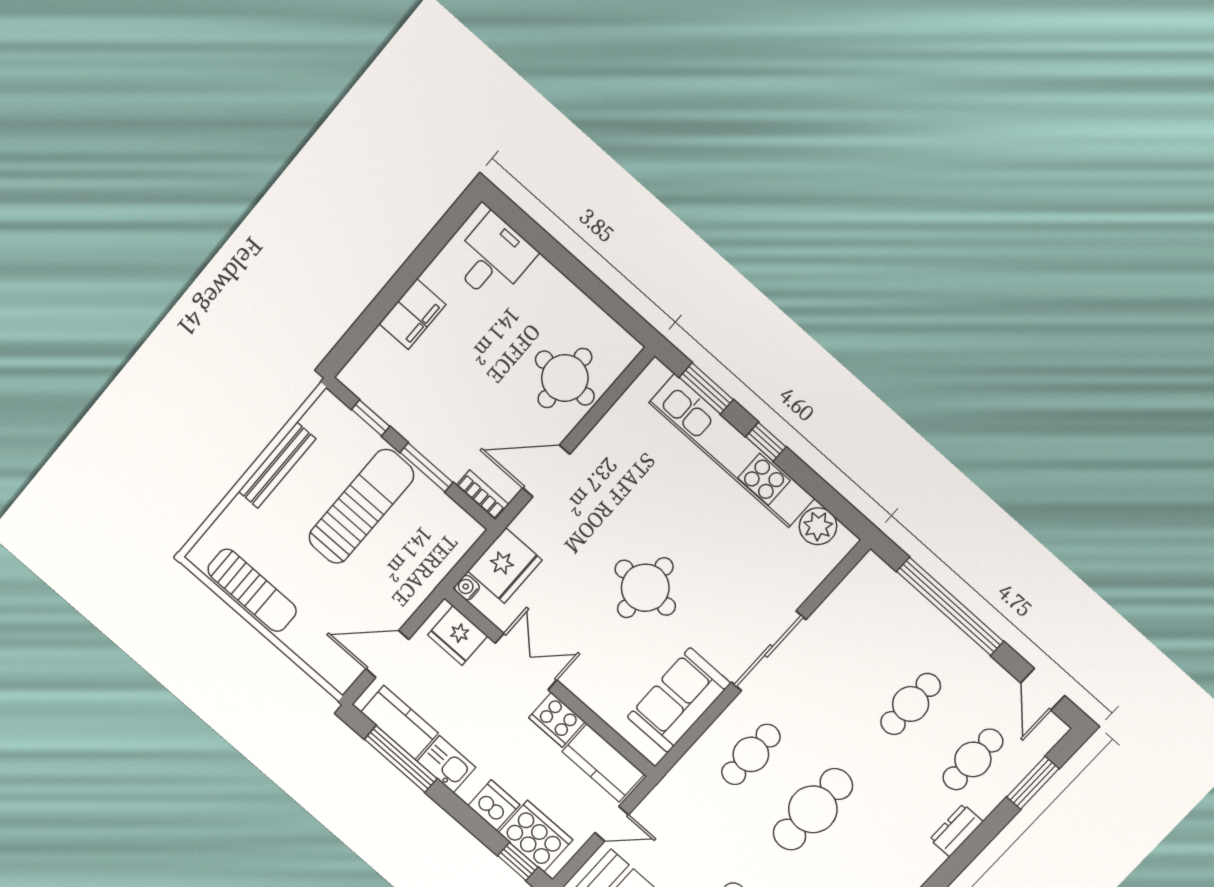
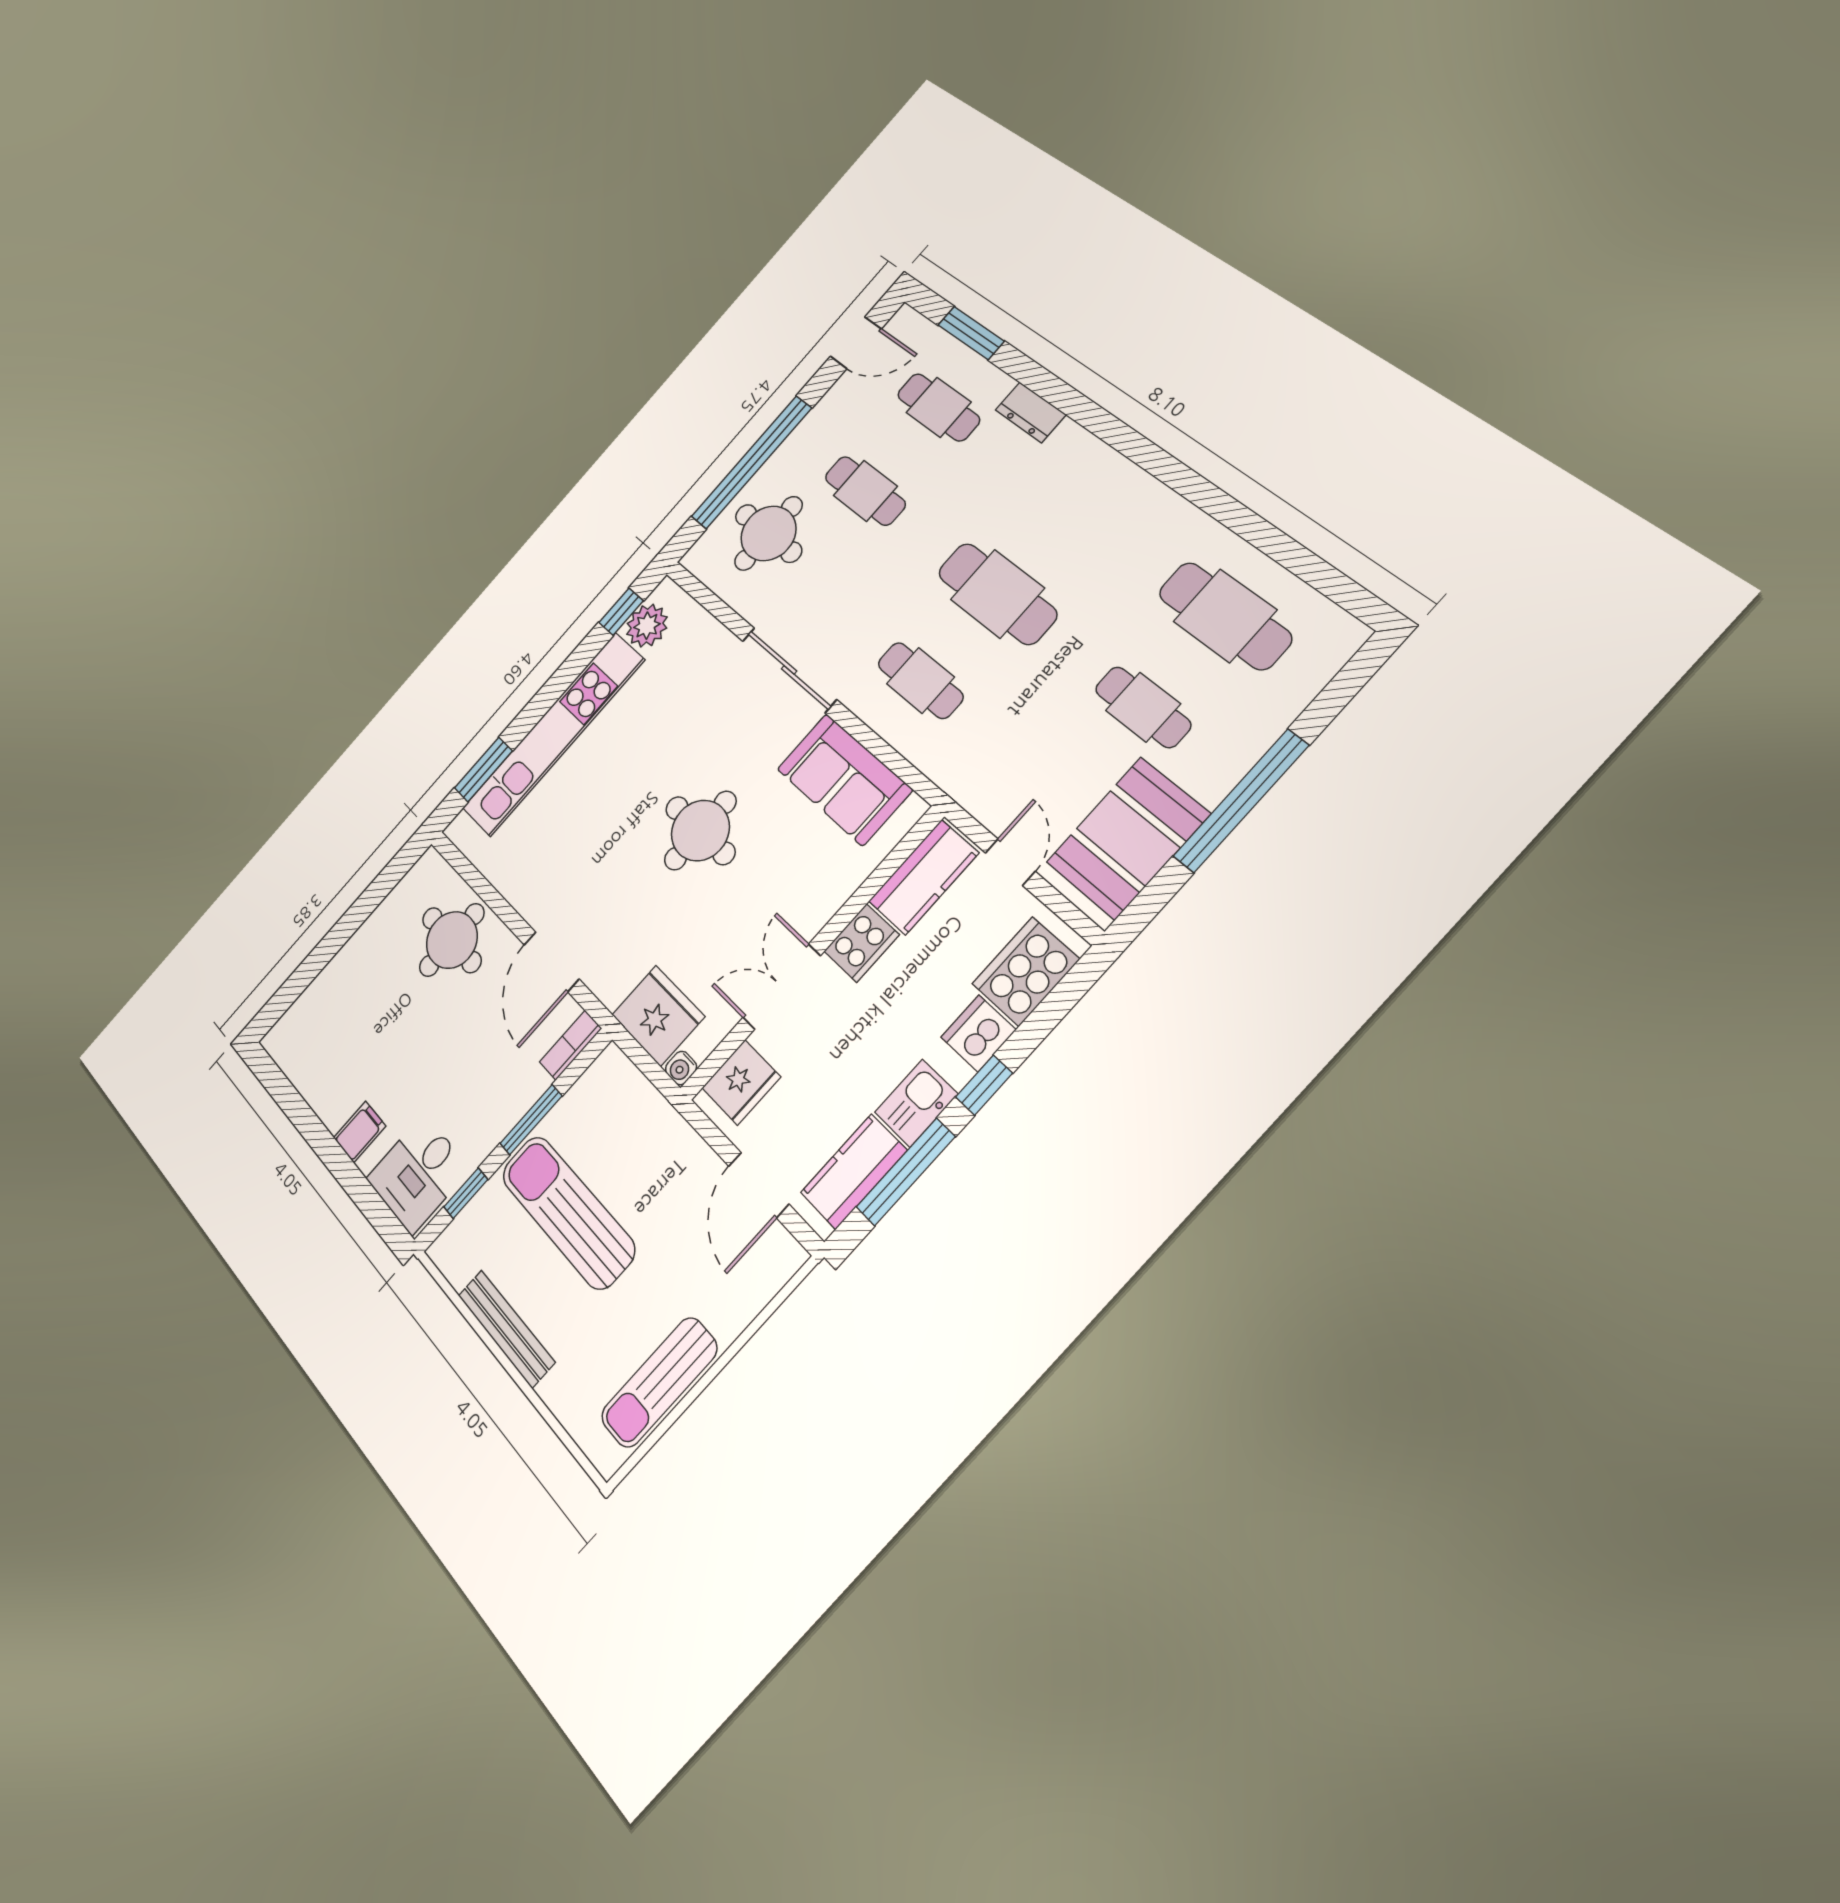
desk: (493, 258) -> (418, 1174), moved, turned -90
filing cabinet: (412, 314) -> (360, 1132), width x0.50
window: (766, 442) -> (621, 612), moved
sun lounger: (252, 590) -> (659, 1382), turned 180
round table: (885, 626) -> (768, 533), added
window: (518, 861) -> (984, 1085), moved

